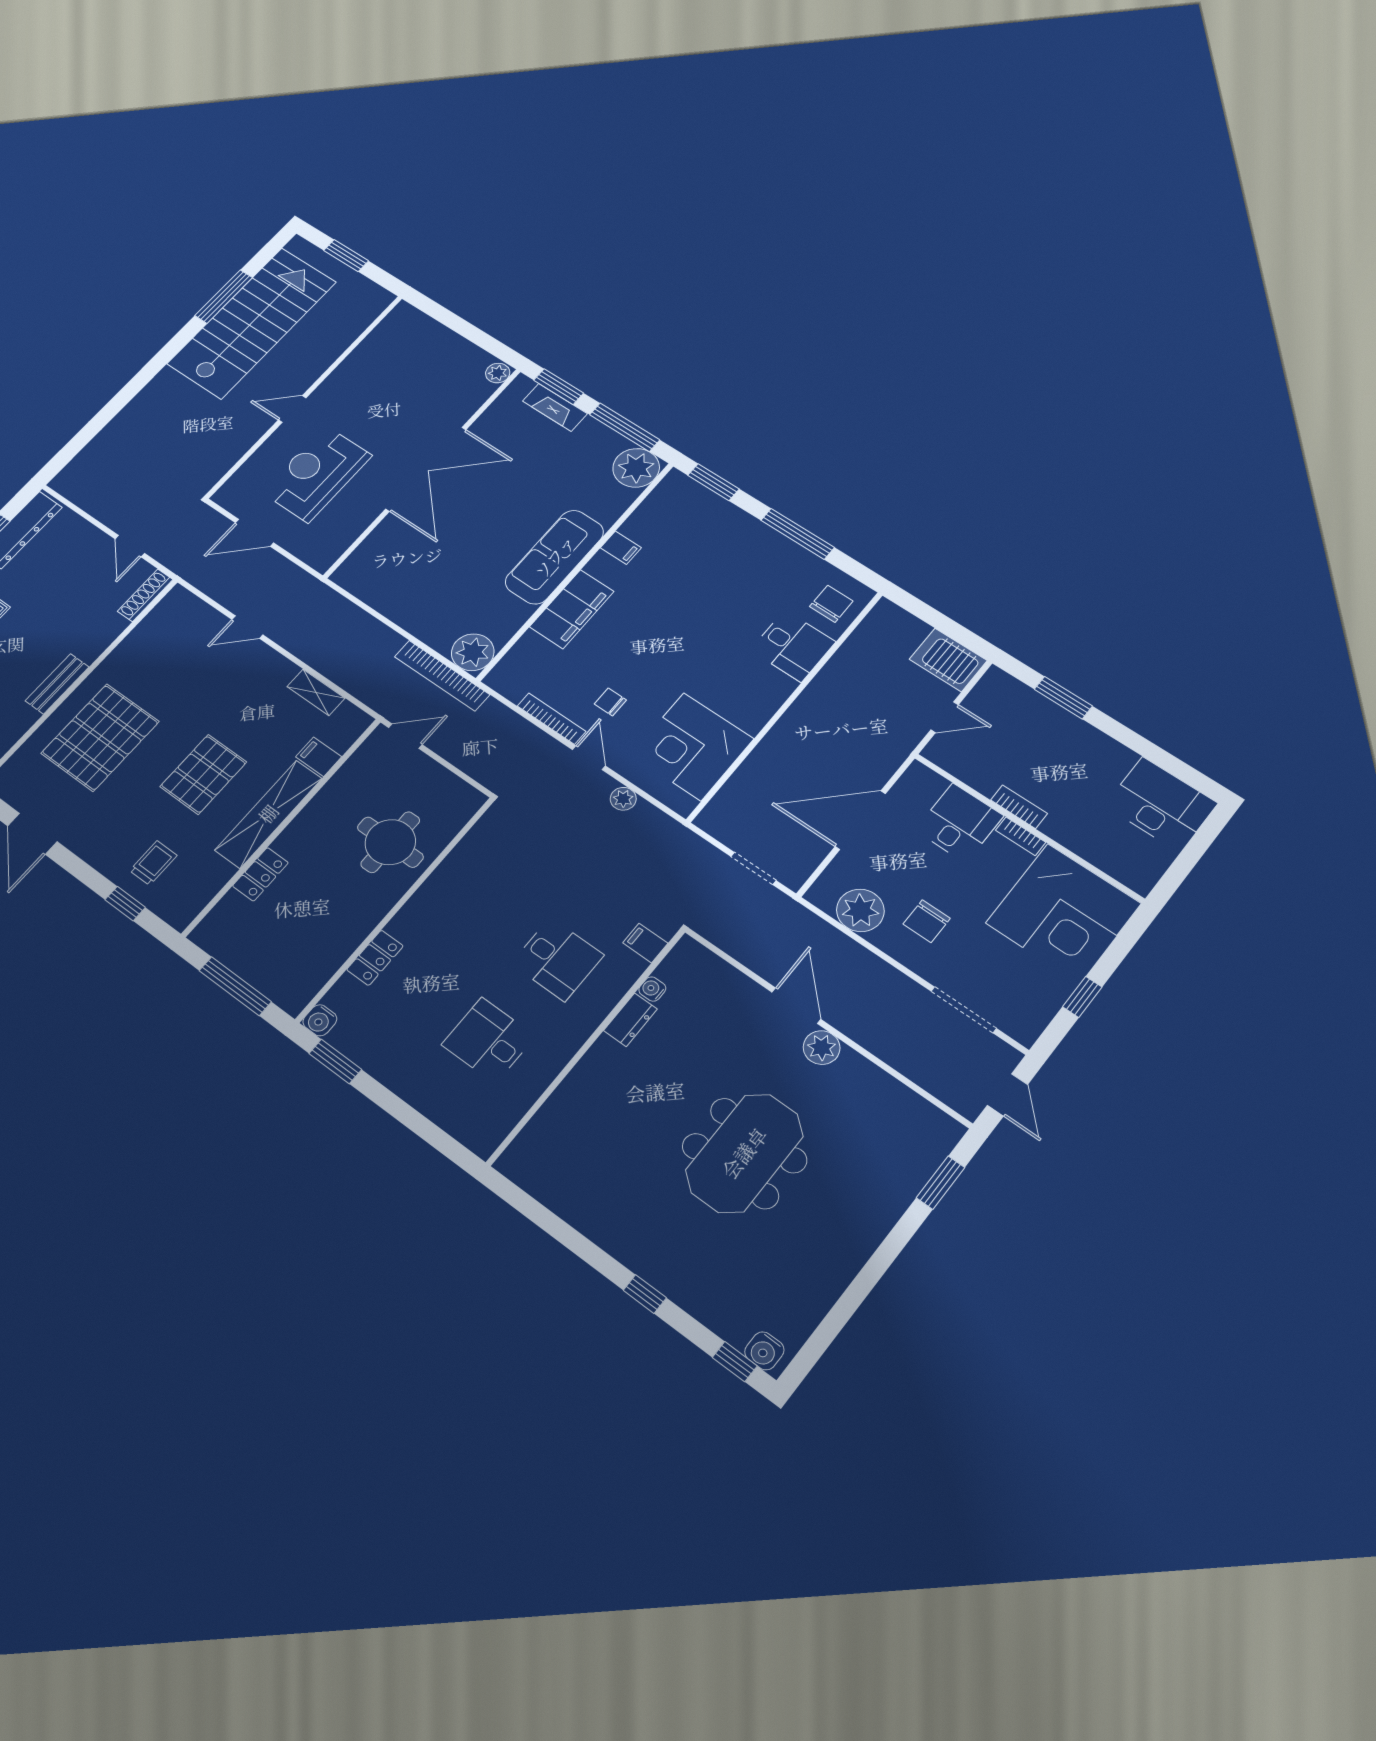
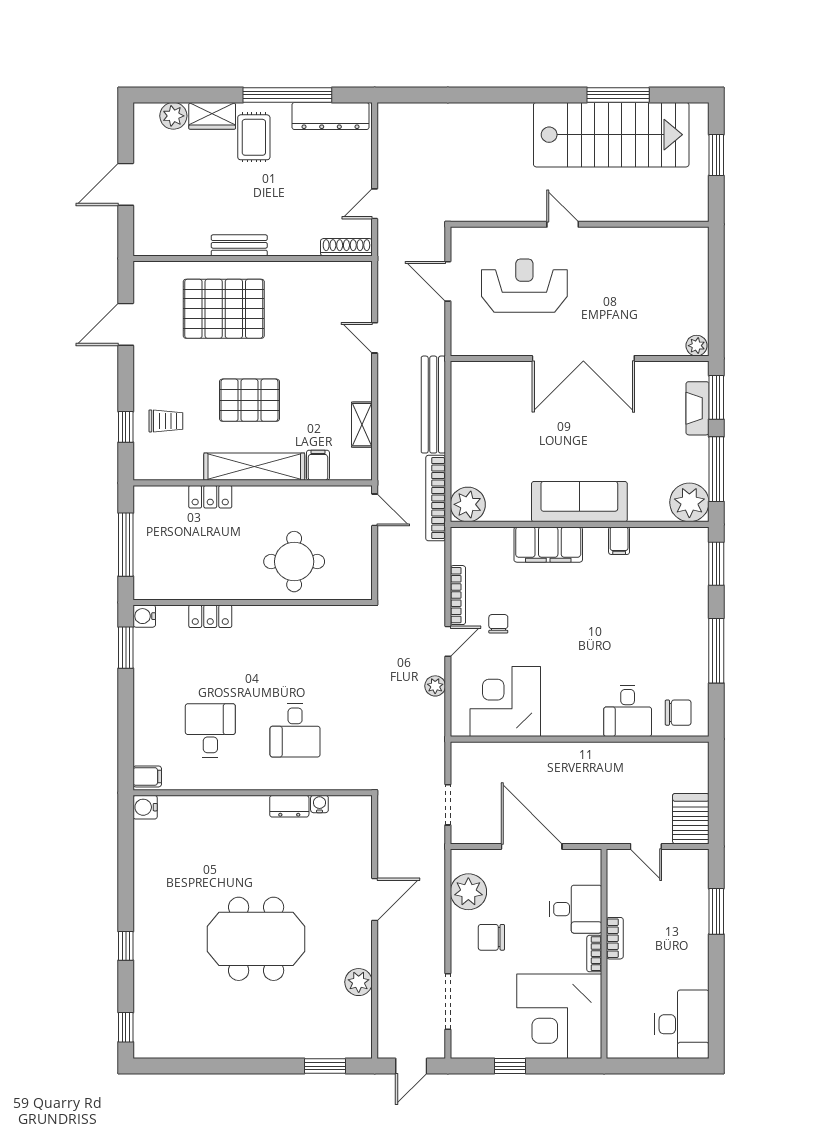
bench: (354, 619) -> (433, 405), added
filing cabinet: (645, 943) -> (147, 776), moved, turned 90
plant: (822, 1048) -> (359, 982), moved
water cooler: (764, 1351) -> (145, 807), moved

